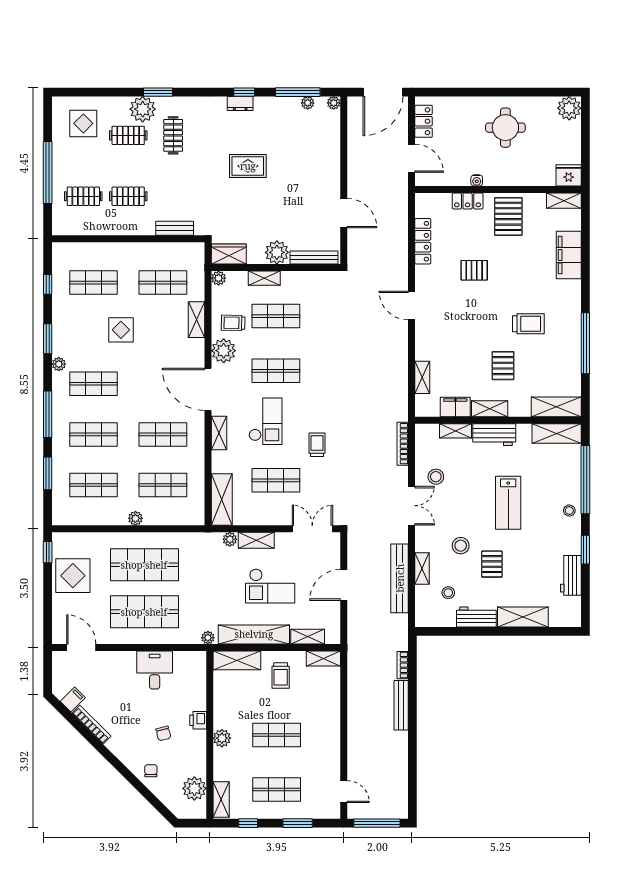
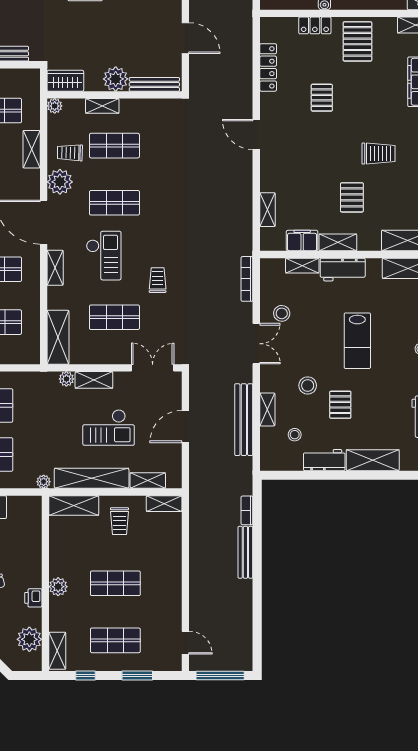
pallet: (474, 270) -> (322, 98), turned 90
printer: (198, 720) -> (33, 598), moved

